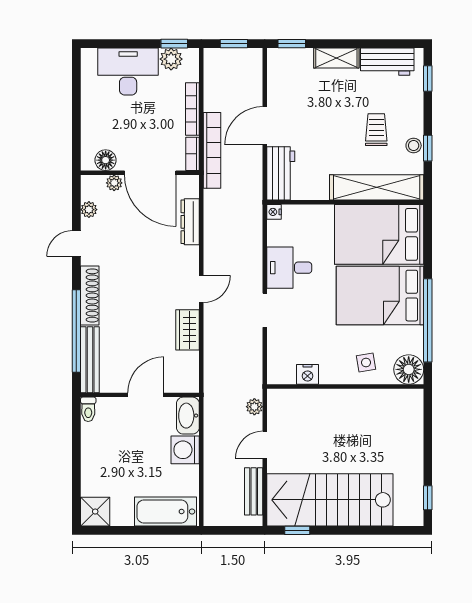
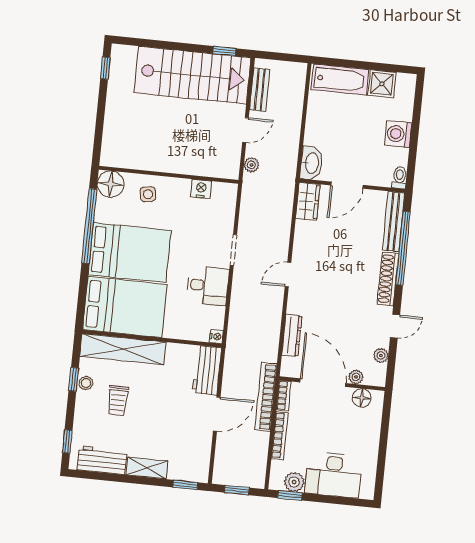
wardrobe: (187, 330) -> (308, 201), moved
washing machine: (185, 450) -> (398, 134), moved, turned 180
shower: (95, 512) -> (382, 84), moved

